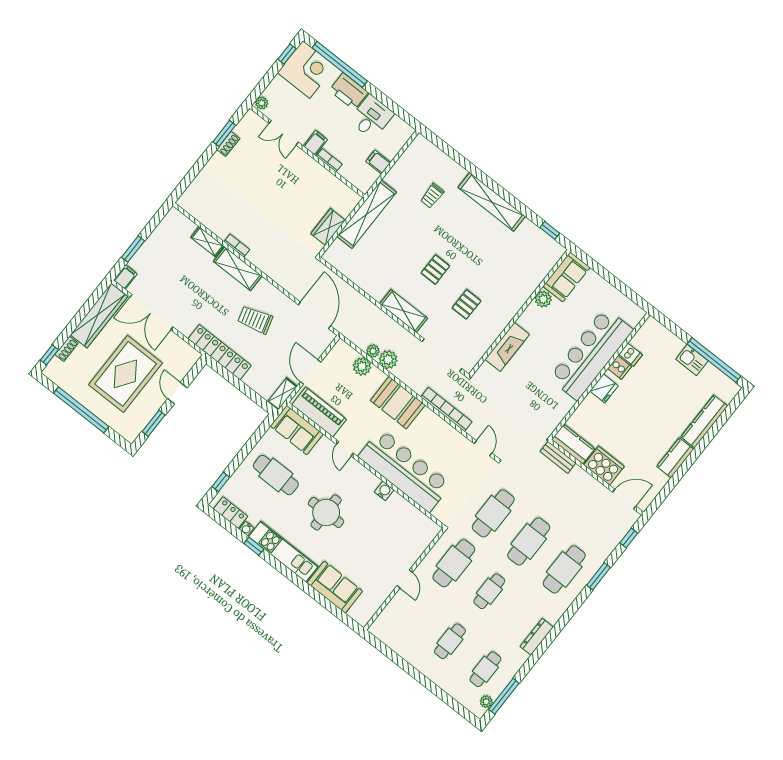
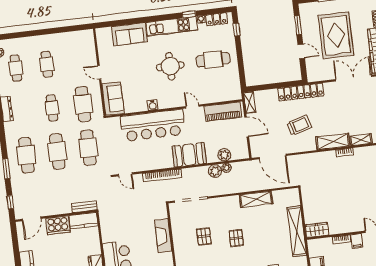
wardrobe: (328, 227) -> (317, 230), moved, turned -90
shelving: (404, 311) -> (256, 199), moved
sofa: (297, 430) -> (113, 99), moved, turned 90

